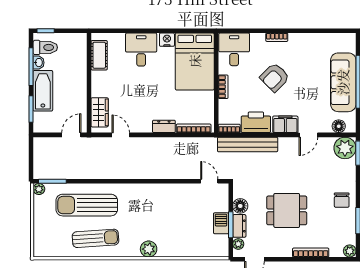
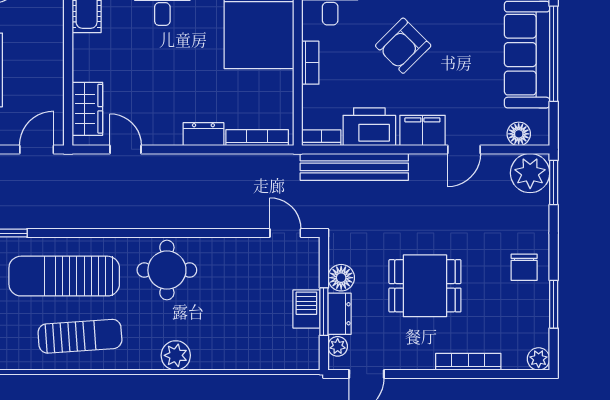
round table: (144, 202) -> (167, 270), added

